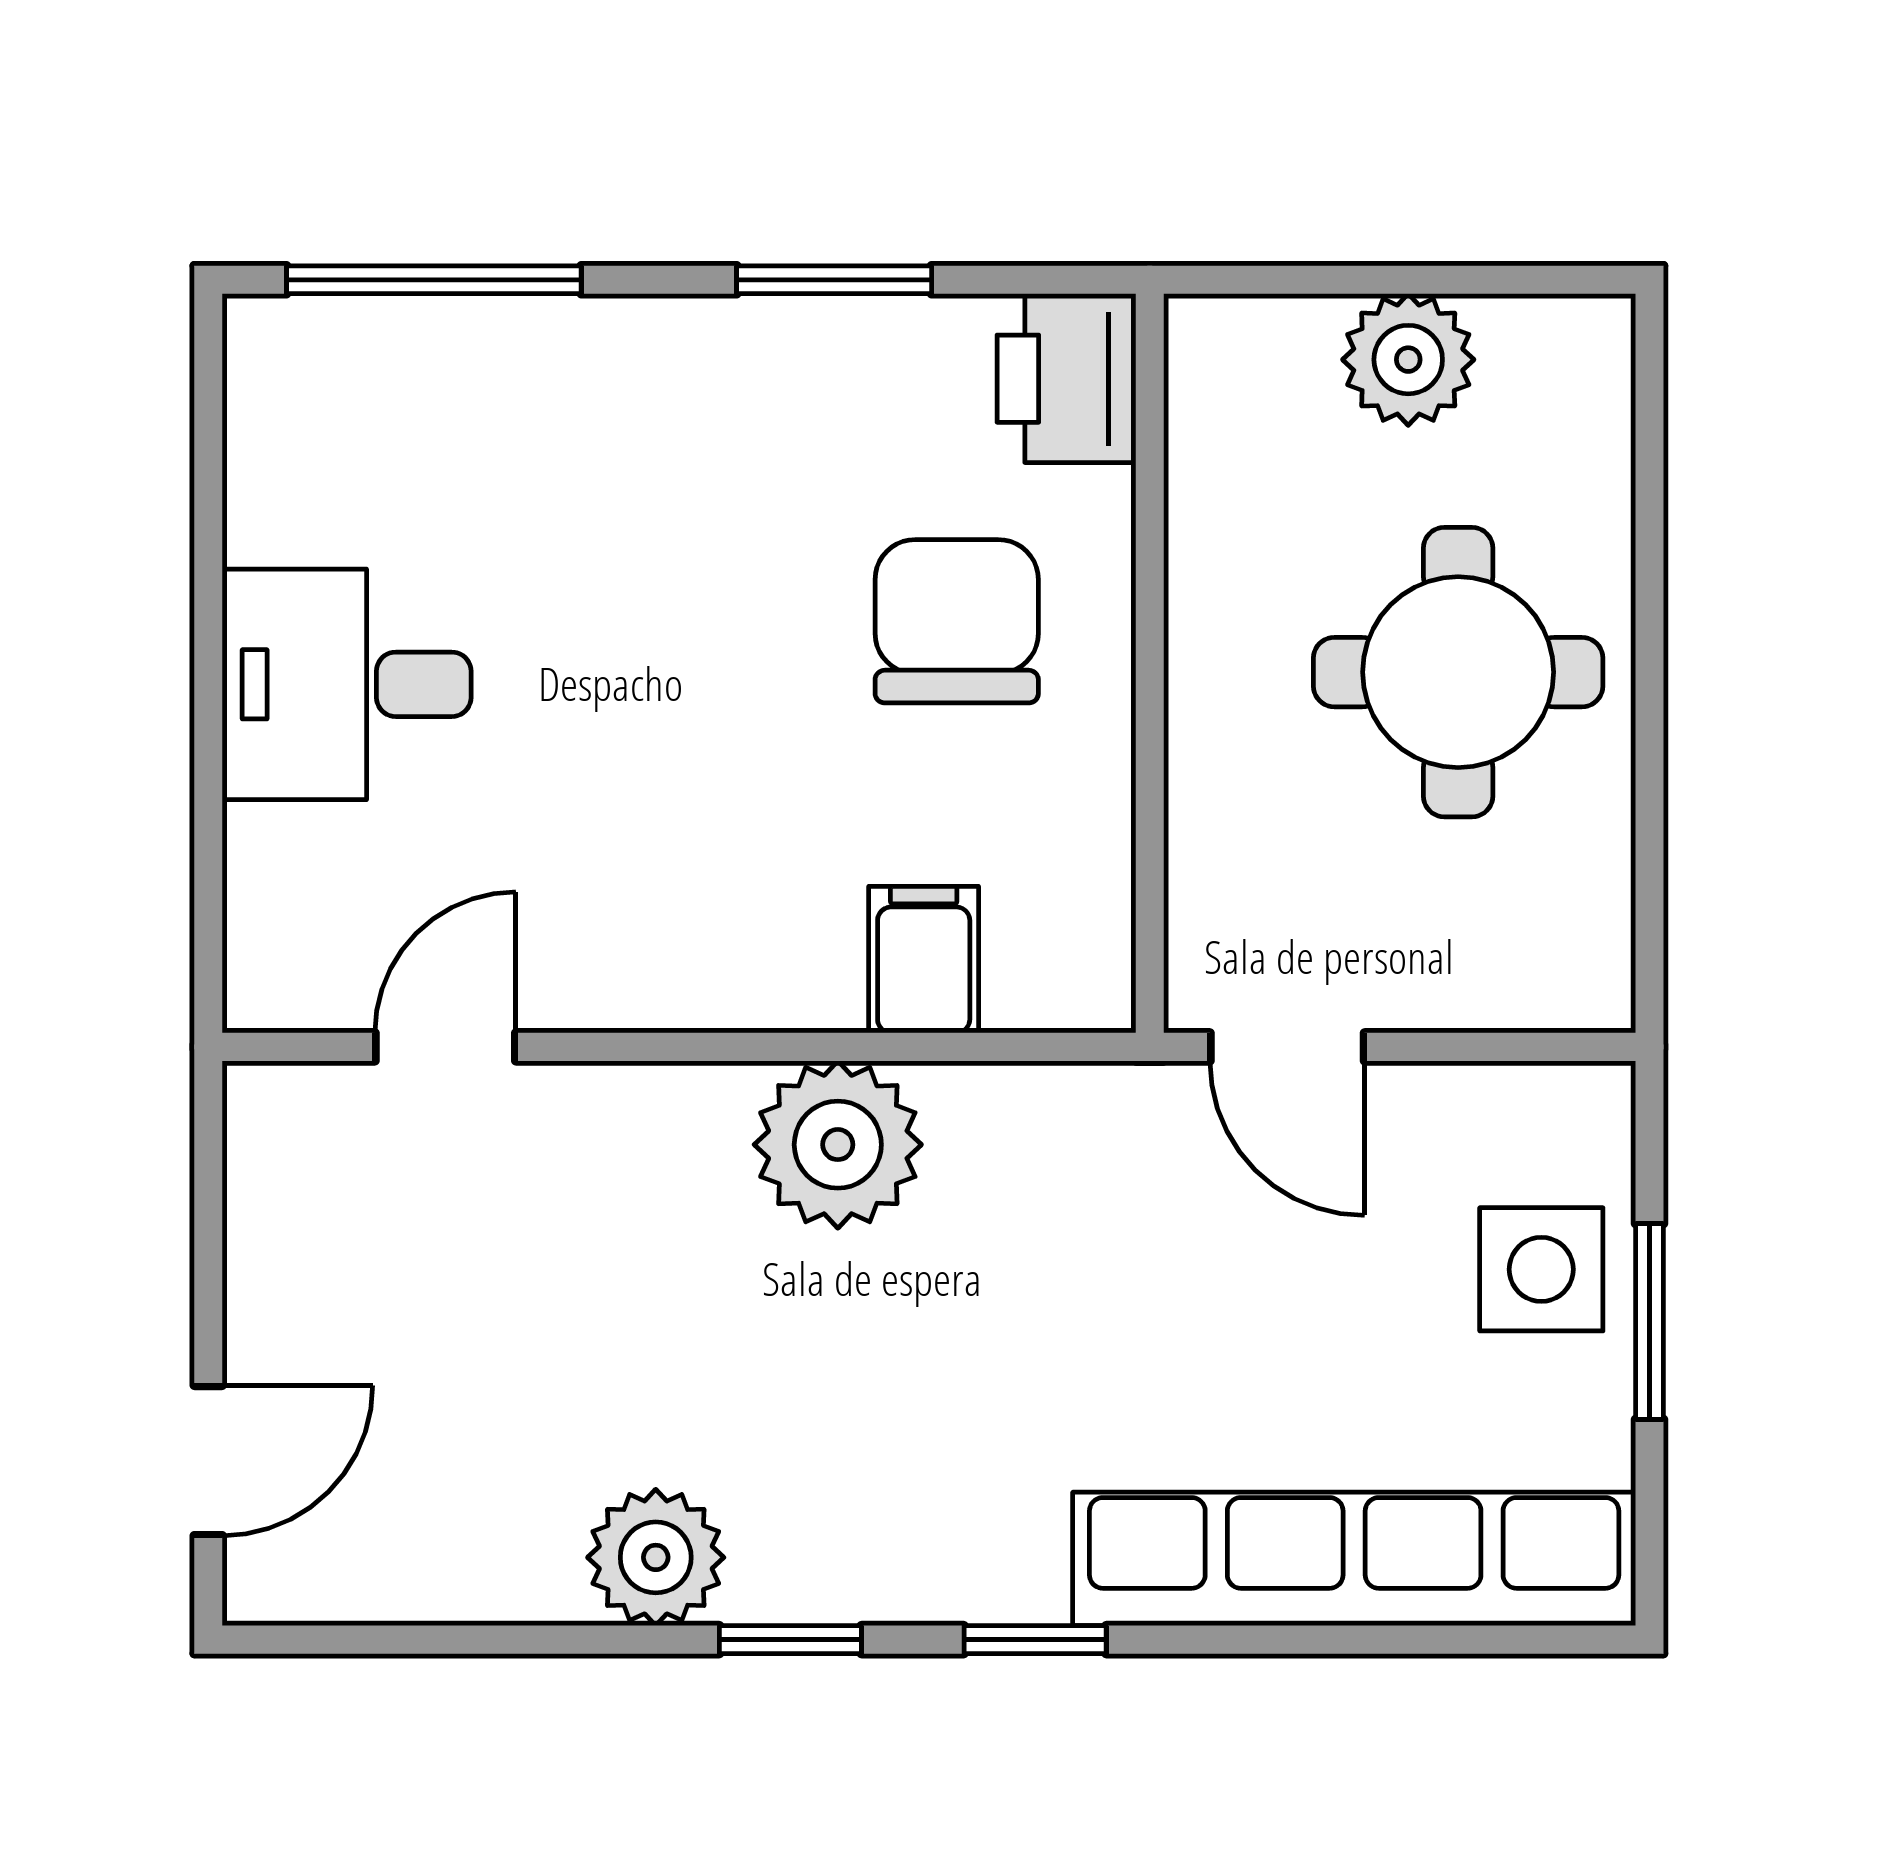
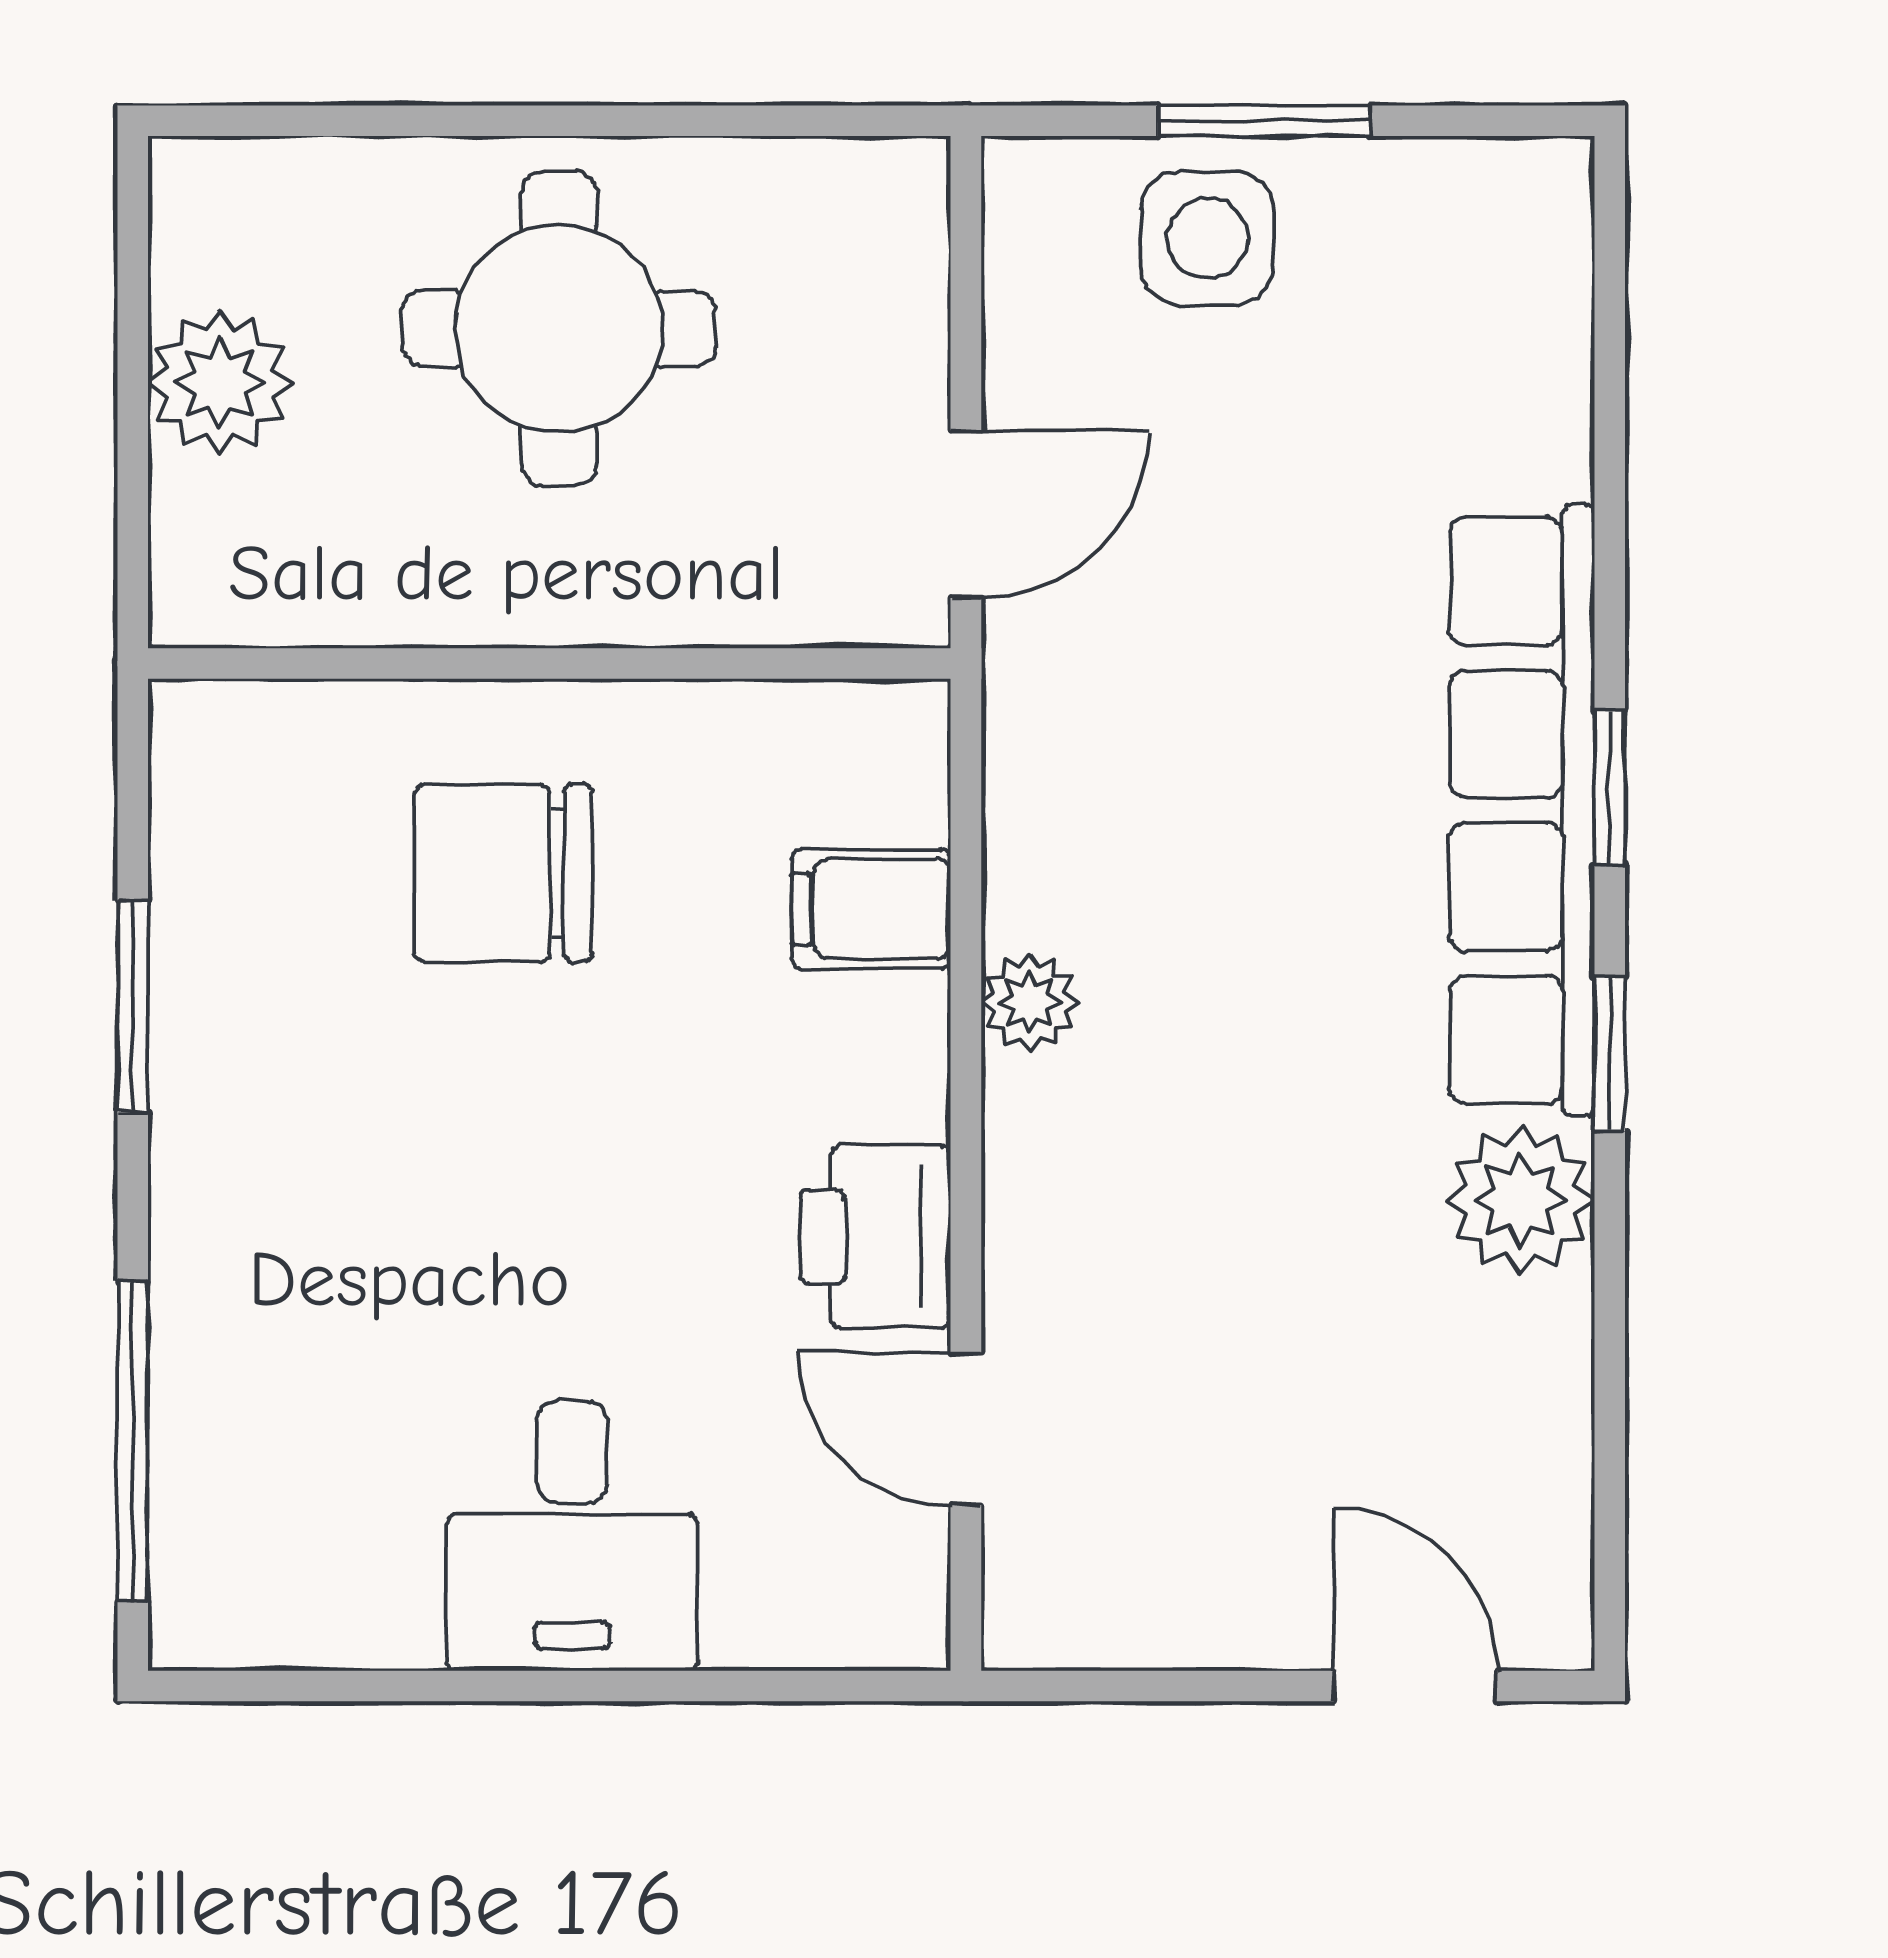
printer: (1066, 379) -> (875, 1236), moved, turned 90
plant: (838, 1145) -> (1030, 1002), width x0.53, depth x0.53
row of seats: (1354, 1559) -> (1522, 810), moved

